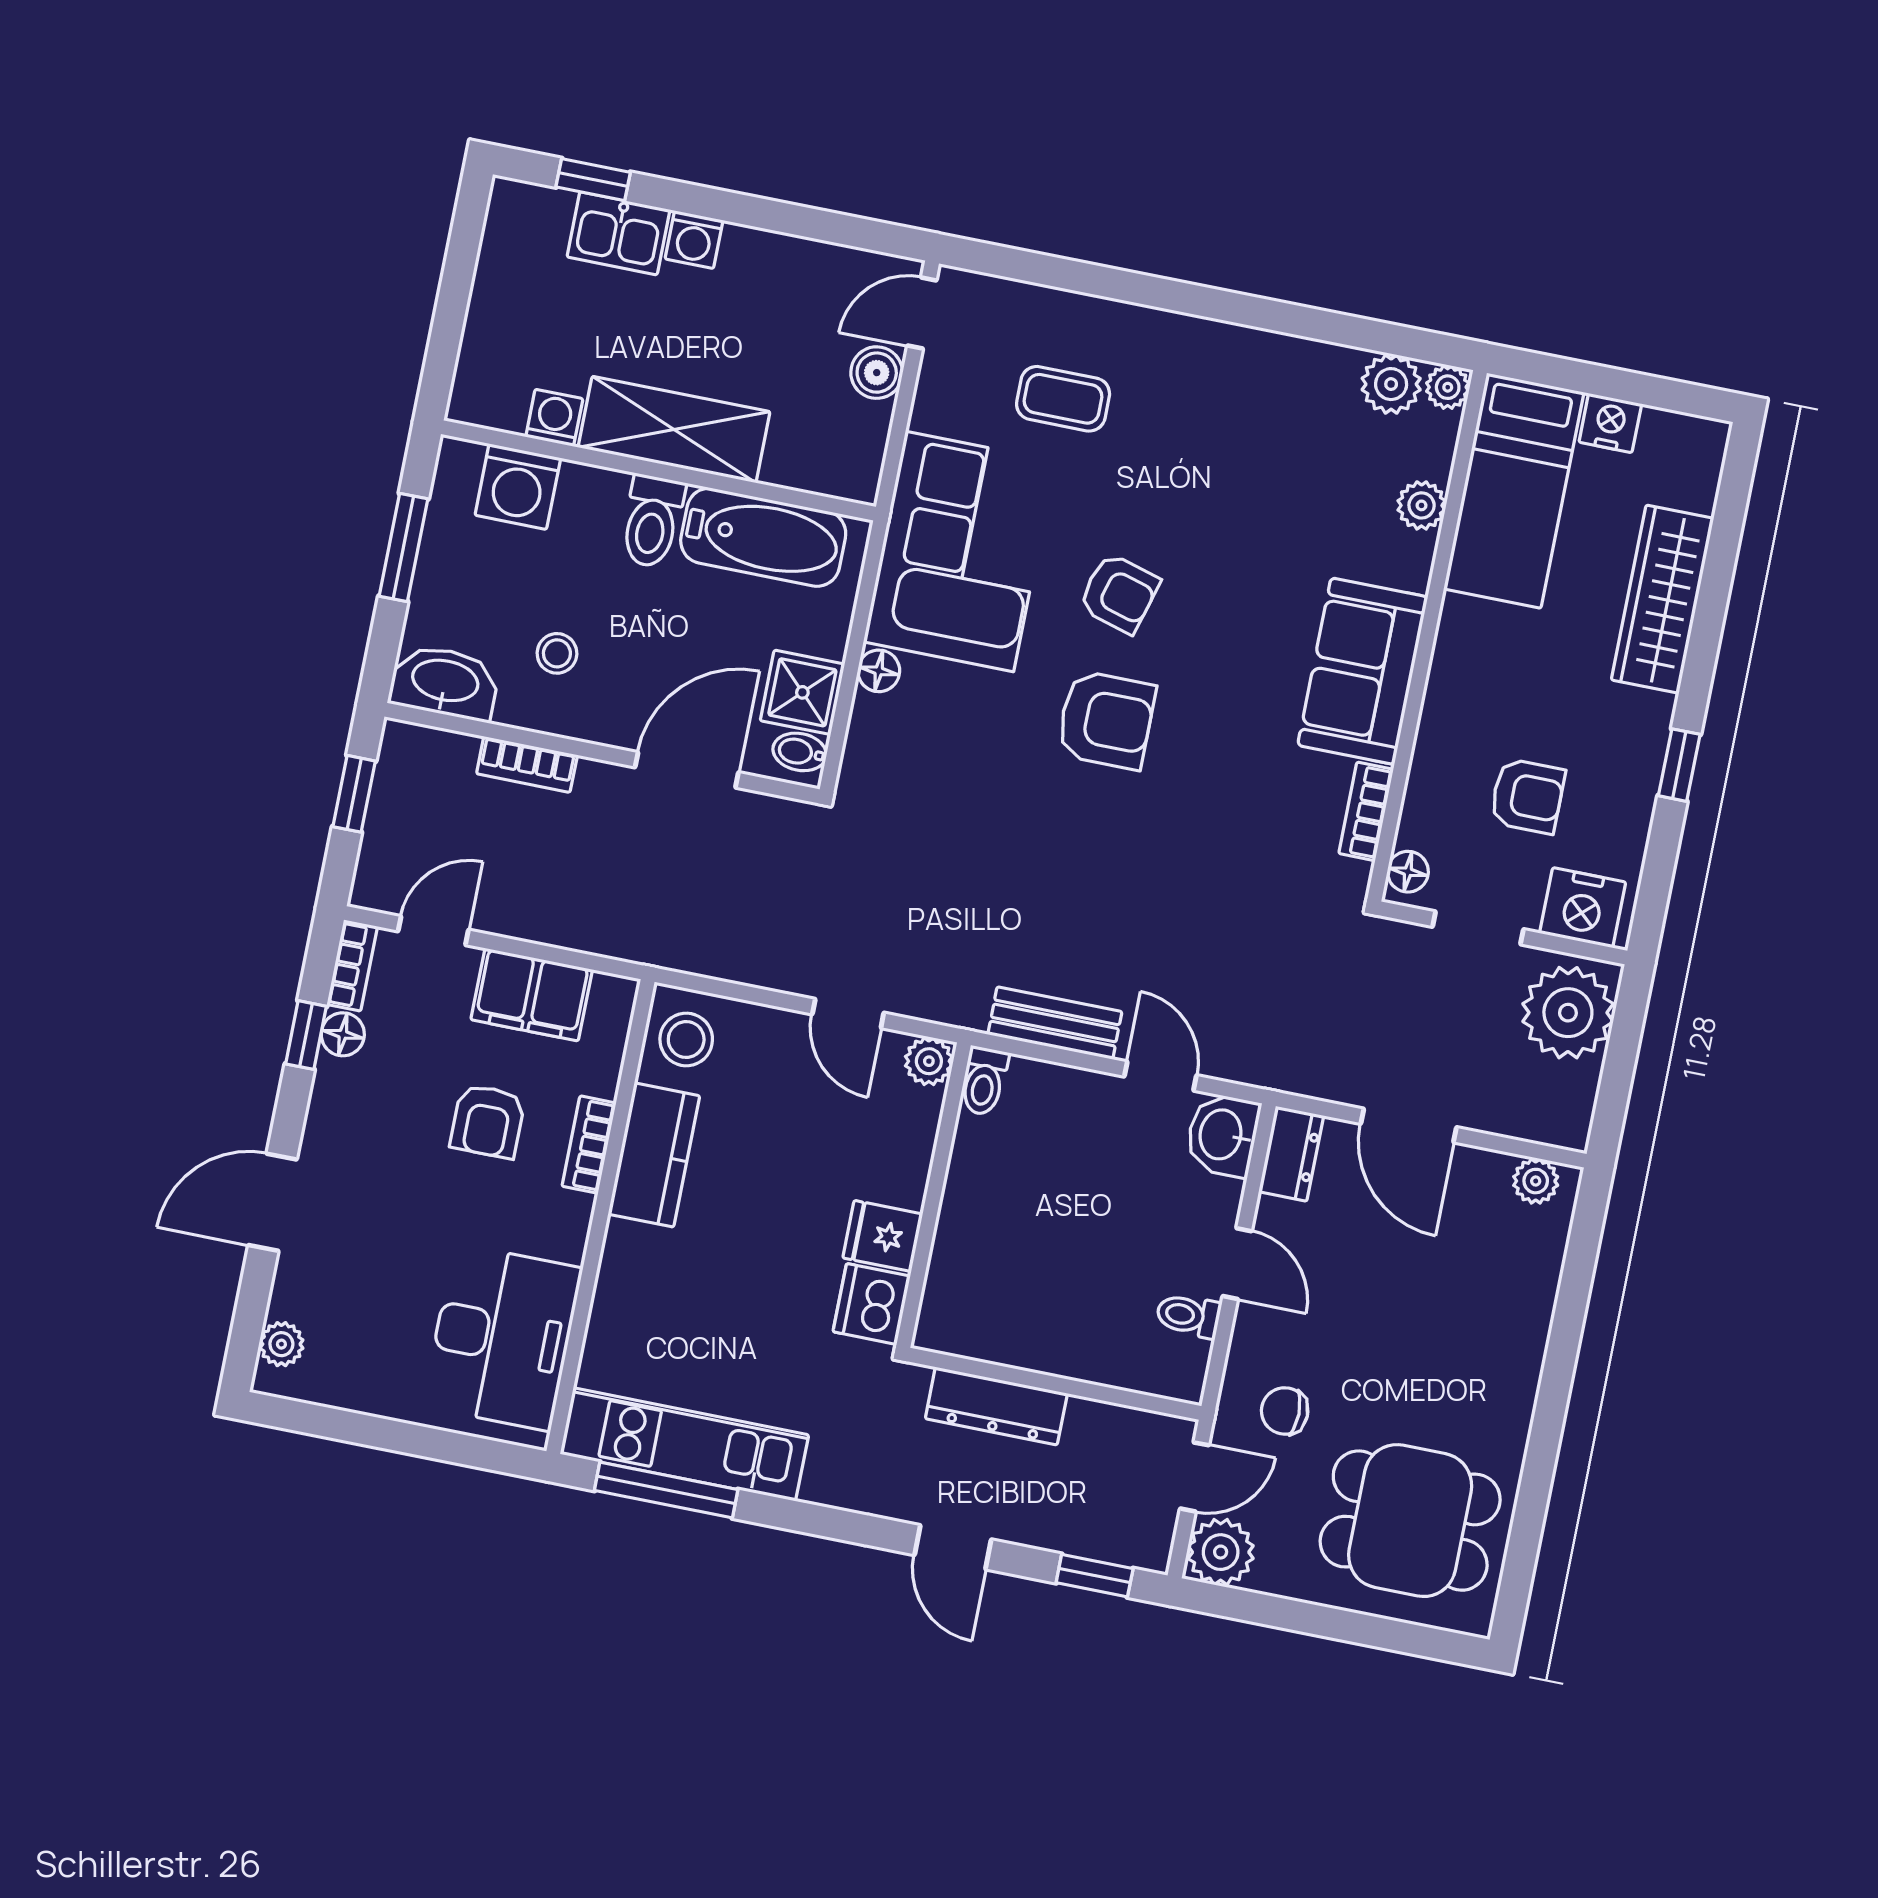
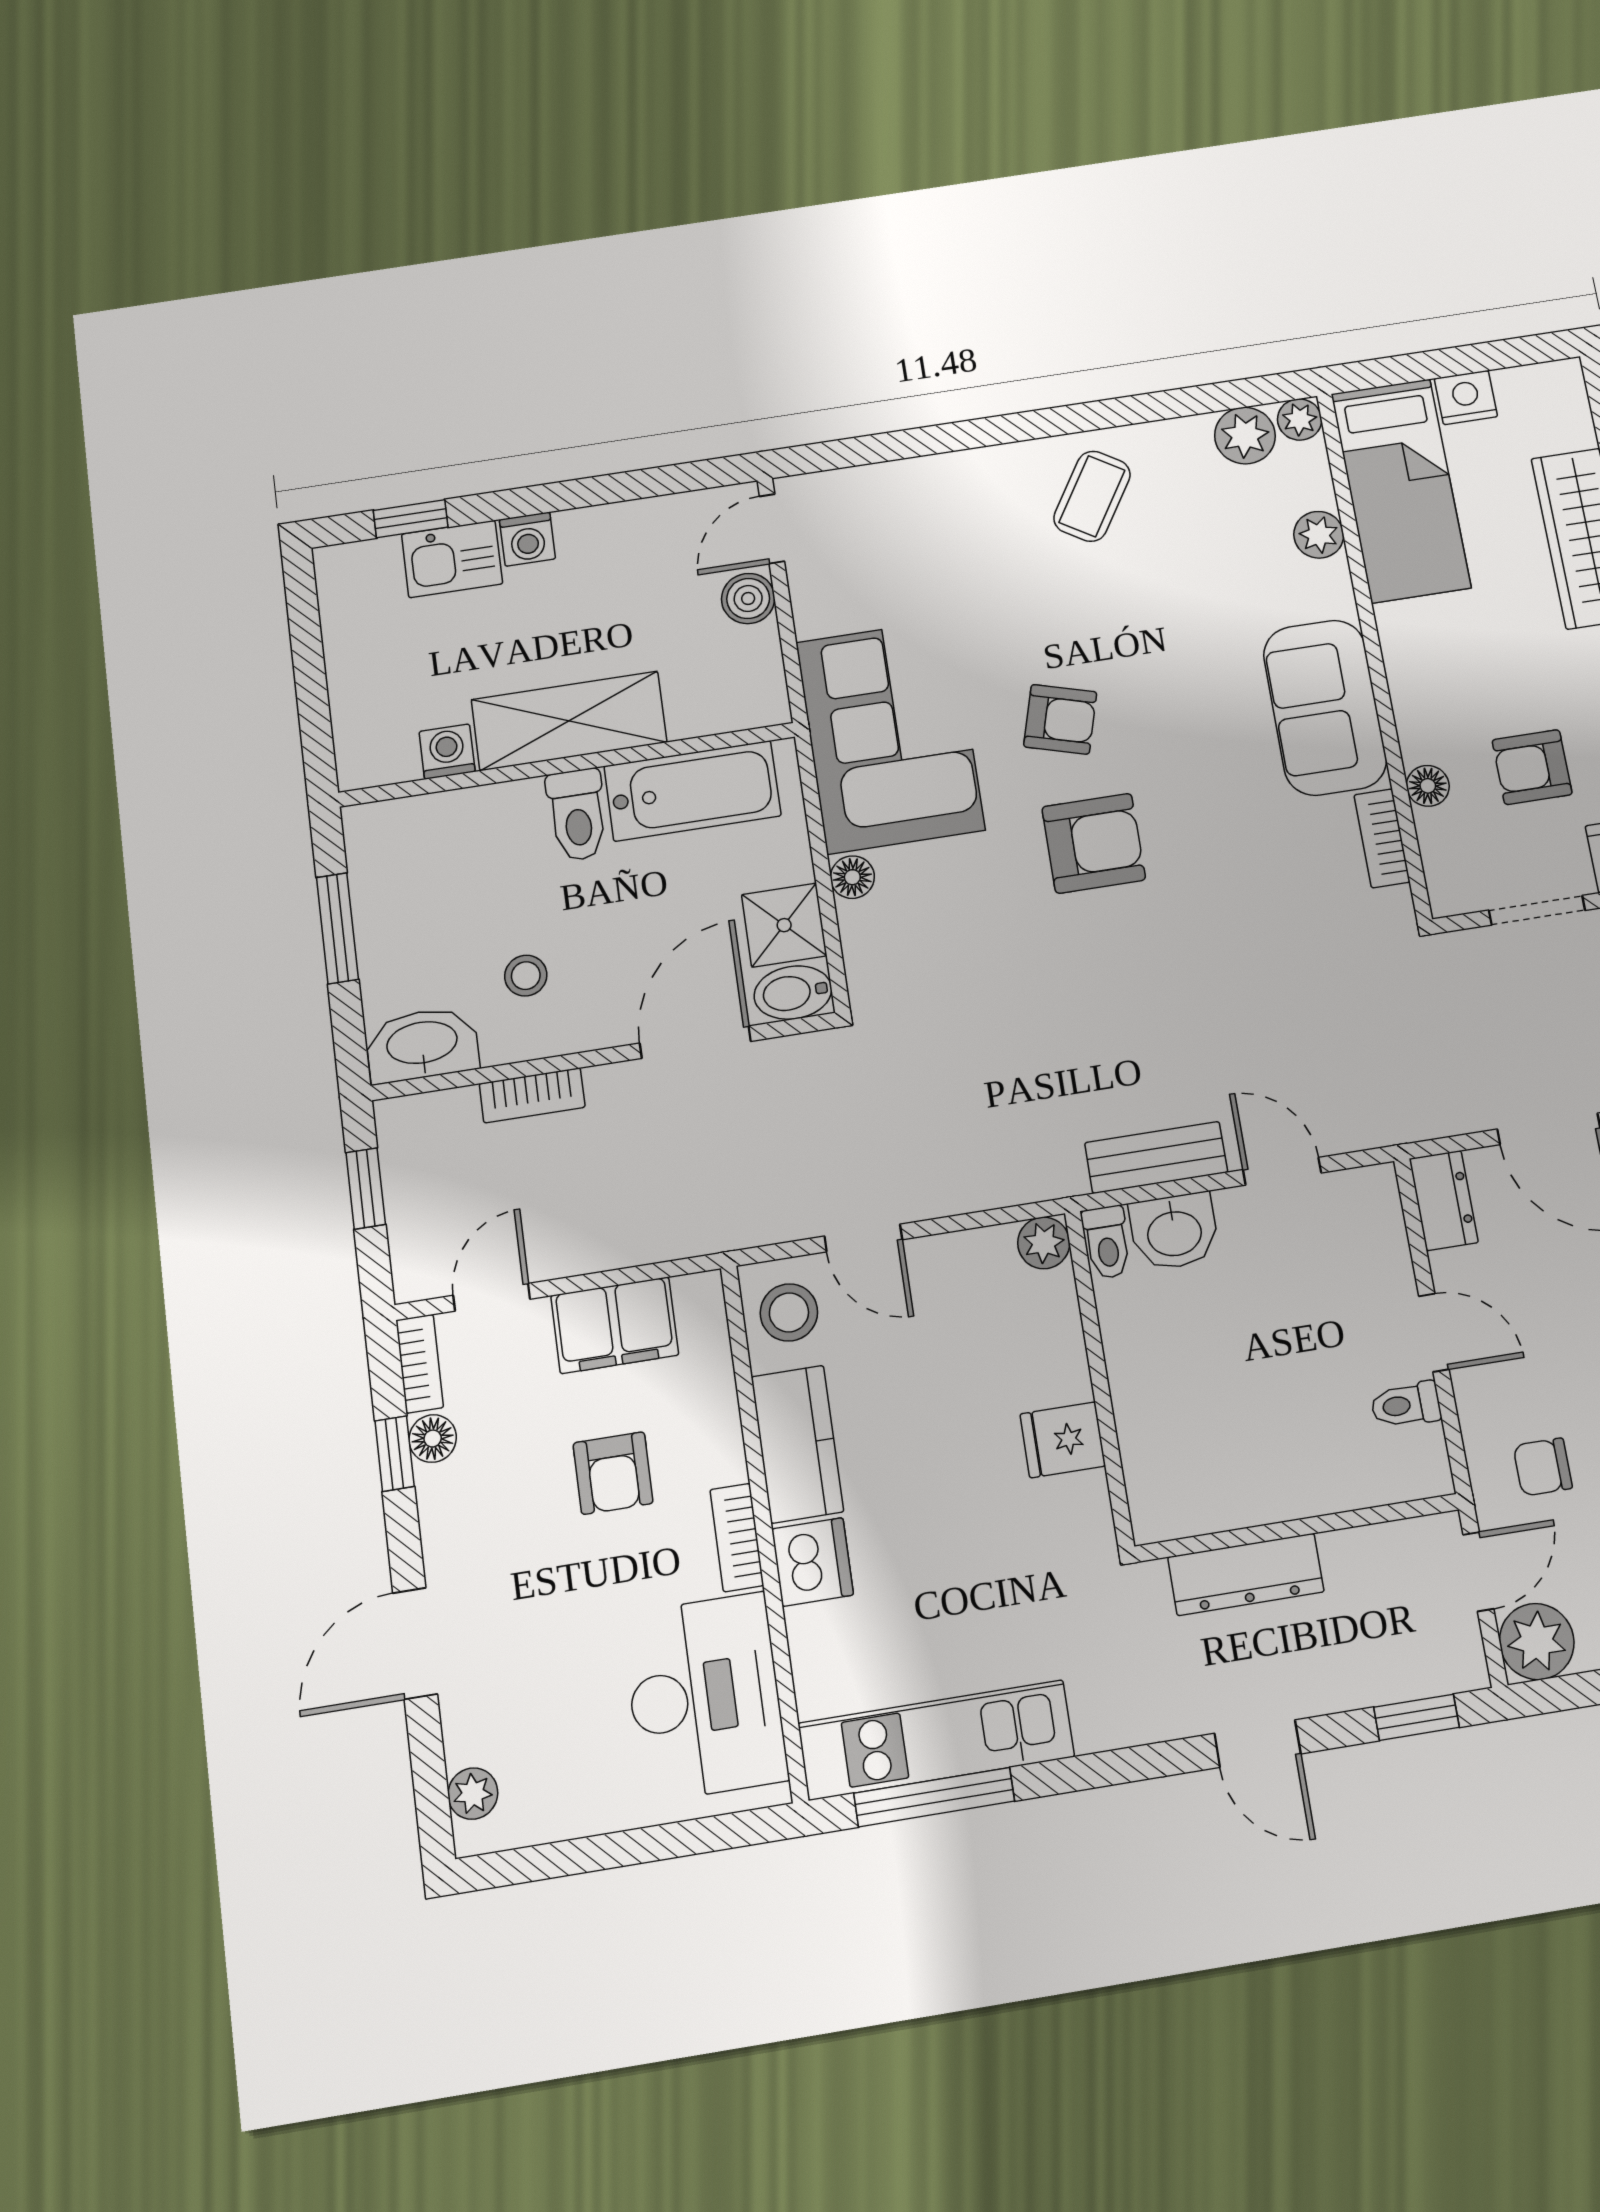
coffee table: (1063, 399) -> (1092, 496), moved, turned -58
washing machine: (518, 487) -> (433, 829), removed
bidet: (800, 752) -> (793, 993), width x1.38, depth x1.36
armchair: (1527, 796) -> (1532, 767), turned 180
floor lamp: (1408, 872) -> (1428, 786), moved
door: (848, 1013) -> (863, 1238), moved
washbasin: (1222, 1135) -> (1174, 1232), moved, turned -90
bookcase: (589, 1145) -> (737, 1537), moved
dishwasher: (872, 1304) -> (812, 1562), moved, turned 180

